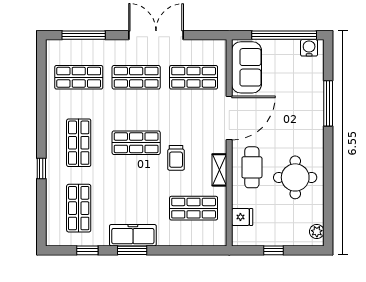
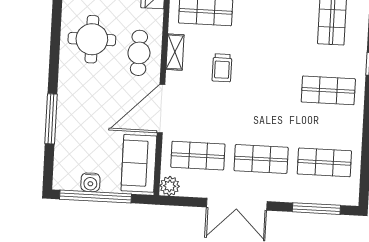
plant: (218, 48) -> (170, 186), added
water cooler: (309, 48) -> (90, 182), moved
shop shelf: (79, 143) -> (328, 90), turned 90
shop shelf: (136, 143) -> (265, 87), removed
trolley: (176, 158) -> (222, 68), turned 180

